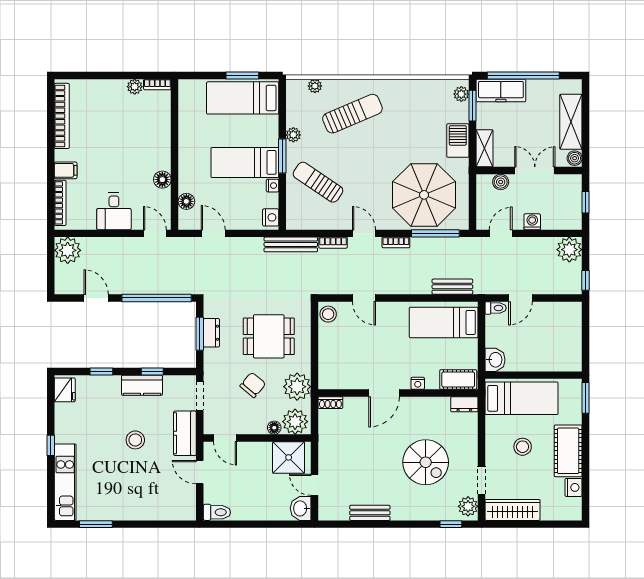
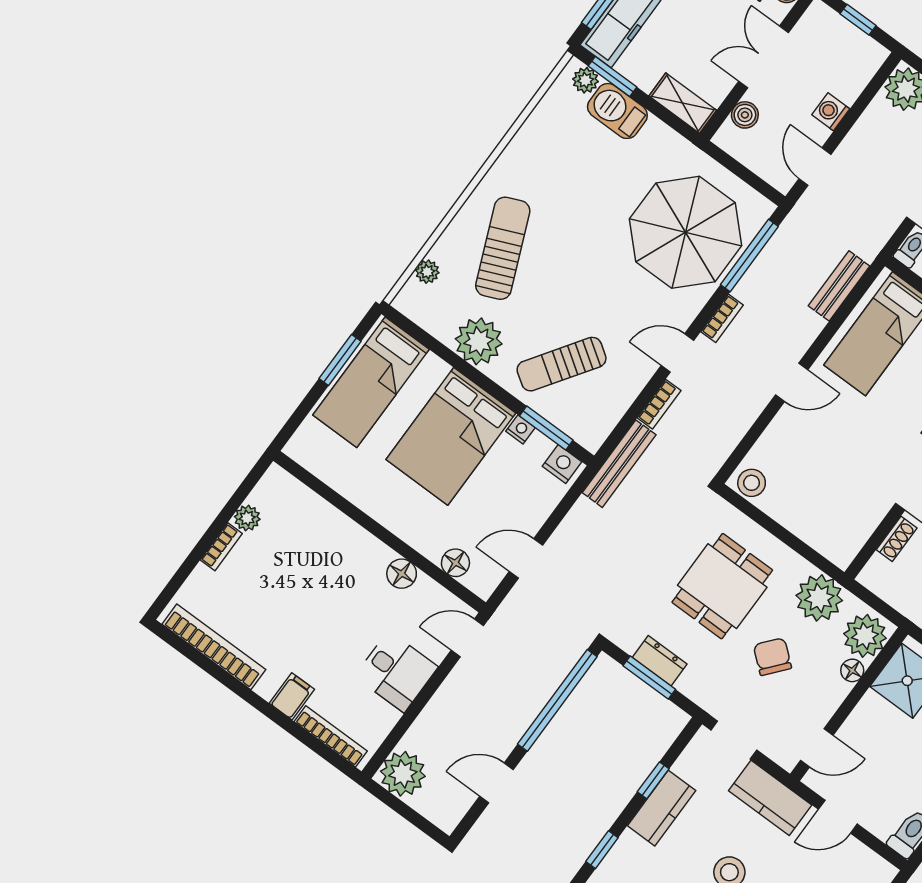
bookcase: (157, 84) -> (221, 547), moved
plant: (293, 135) -> (479, 341), width x1.88, depth x1.88
barbecue: (458, 141) -> (617, 111), moved
window: (282, 156) -> (546, 428), moved
bed: (245, 162) -> (451, 436), width x1.50
door: (364, 298) -> (792, 382), moved
shoe rack: (330, 403) -> (897, 539), moved

